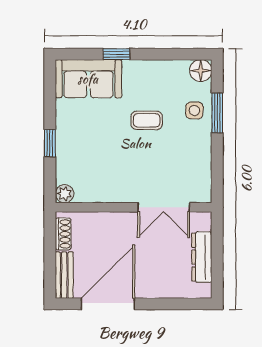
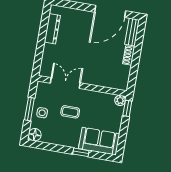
plant: (65, 194) -> (120, 100), moved
wall: (134, 207) -> (82, 86), moved
double door: (164, 207) -> (65, 83), moved

